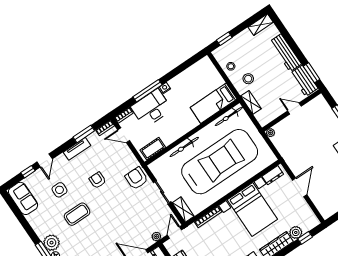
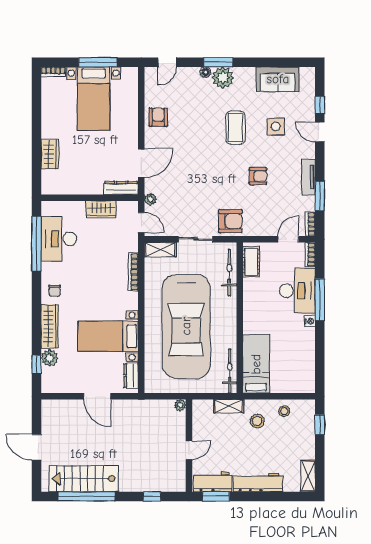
bicycle: (184, 147) -> (229, 273), moved
sofa: (23, 198) -> (278, 79), moved
bed with nightstands: (252, 209) -> (108, 336), width x0.73

